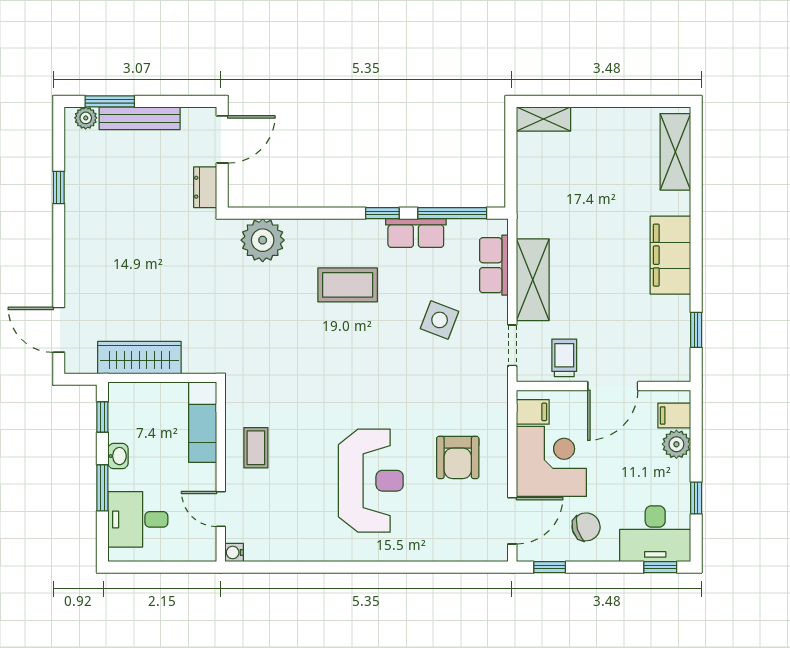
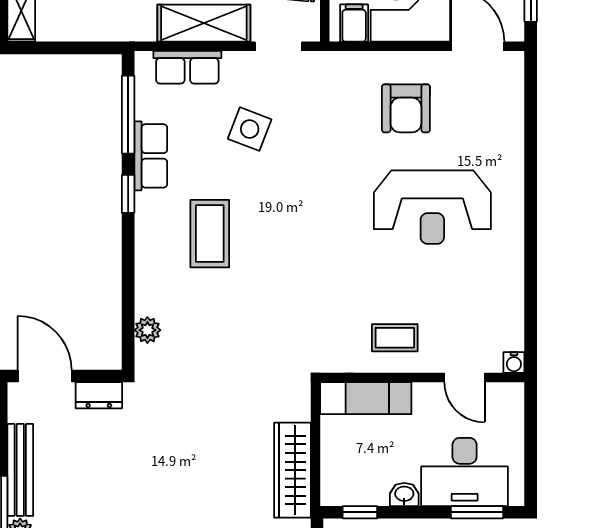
plant: (263, 240) -> (147, 330), width x0.53, depth x0.53
armchair: (458, 457) -> (406, 108), turned 90
reception desk: (371, 481) -> (432, 207), turned 180
window: (102, 488) -> (477, 512), moved
door: (221, 509) -> (464, 378), hinge flipped
desk: (138, 519) -> (465, 472), width x1.37

